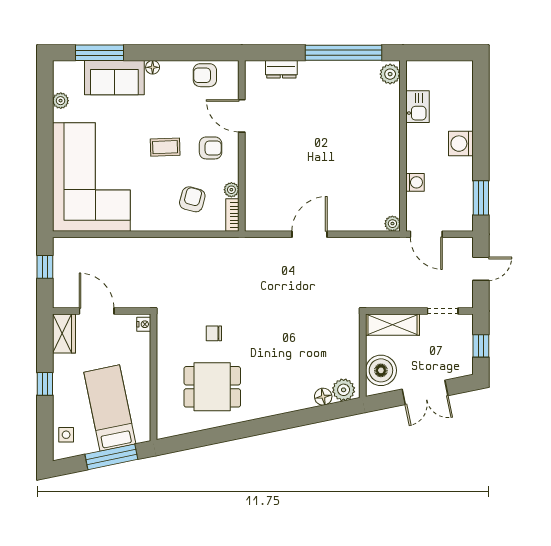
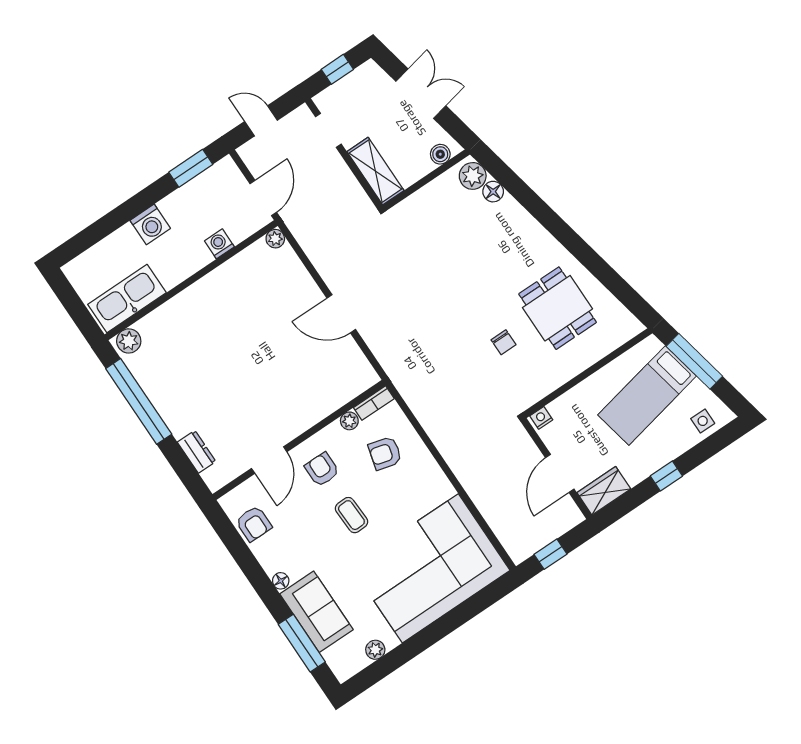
kitchen sink: (418, 107) -> (127, 299), width x1.87, depth x1.24
boiler: (381, 370) -> (440, 154), width x0.54, depth x0.54

